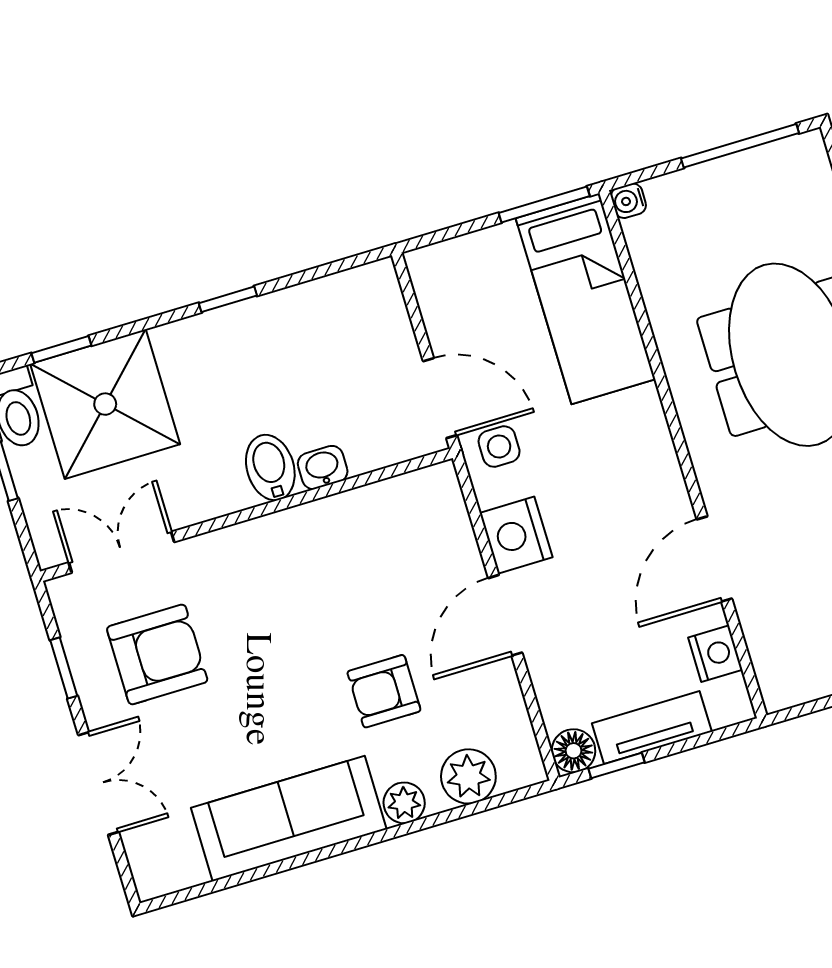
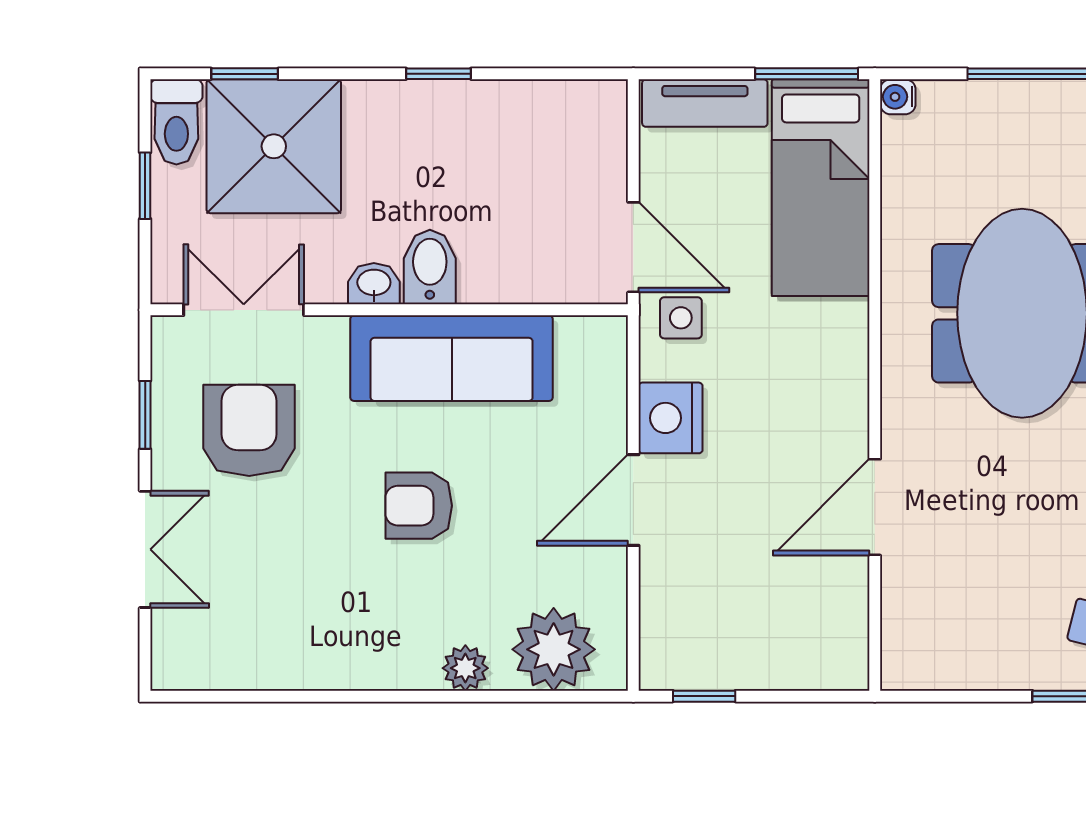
washbasin: (323, 468) -> (374, 284), moved
armchair: (157, 654) -> (249, 430), turned -90
nightstand: (715, 654) -> (846, 608), removed
armchair: (384, 691) -> (419, 506), moved
tv unit: (652, 728) -> (705, 103), moved, turned 180
floor lamp: (573, 751) -> (663, 667), removed
plant: (468, 776) -> (554, 649), width x1.36, depth x1.36
sofa: (289, 819) -> (452, 358), moved, turned 180

